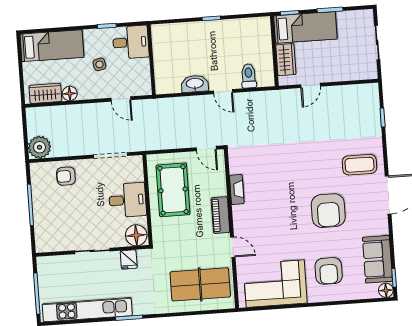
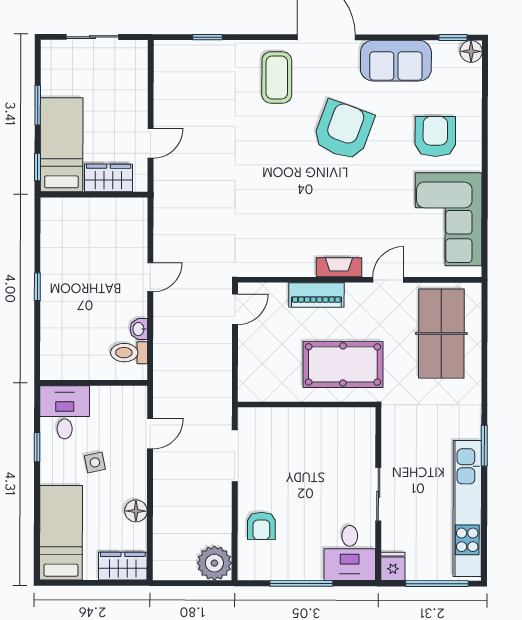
toilet: (249, 76) -> (129, 353), moved
washbasin: (195, 84) -> (139, 329), width x0.52, depth x0.69
door: (311, 85) -> (151, 143), hinge flipped
wardrobe: (45, 93) -> (123, 566), moved, turned 90
pool table: (173, 190) -> (343, 364), moved
fireplace: (237, 190) -> (339, 267), moved
desk: (127, 200) -> (350, 553), moved, turned 180
armchair: (328, 211) -> (343, 130), turned -70
piano: (220, 215) -> (316, 295), moved
floor lamp: (136, 235) -> (359, 426), removed
fridge: (129, 259) -> (393, 566), moved, turned -90
sofa: (377, 259) -> (396, 61), moved
armchair: (329, 271) -> (435, 136), turned -90

